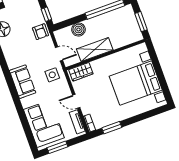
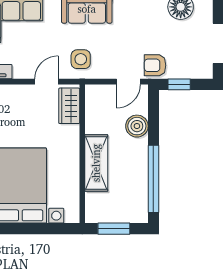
shelving: (95, 49) -> (96, 163), moved
door: (59, 54) -> (128, 82), moved
door: (76, 101) -> (46, 82), moved

